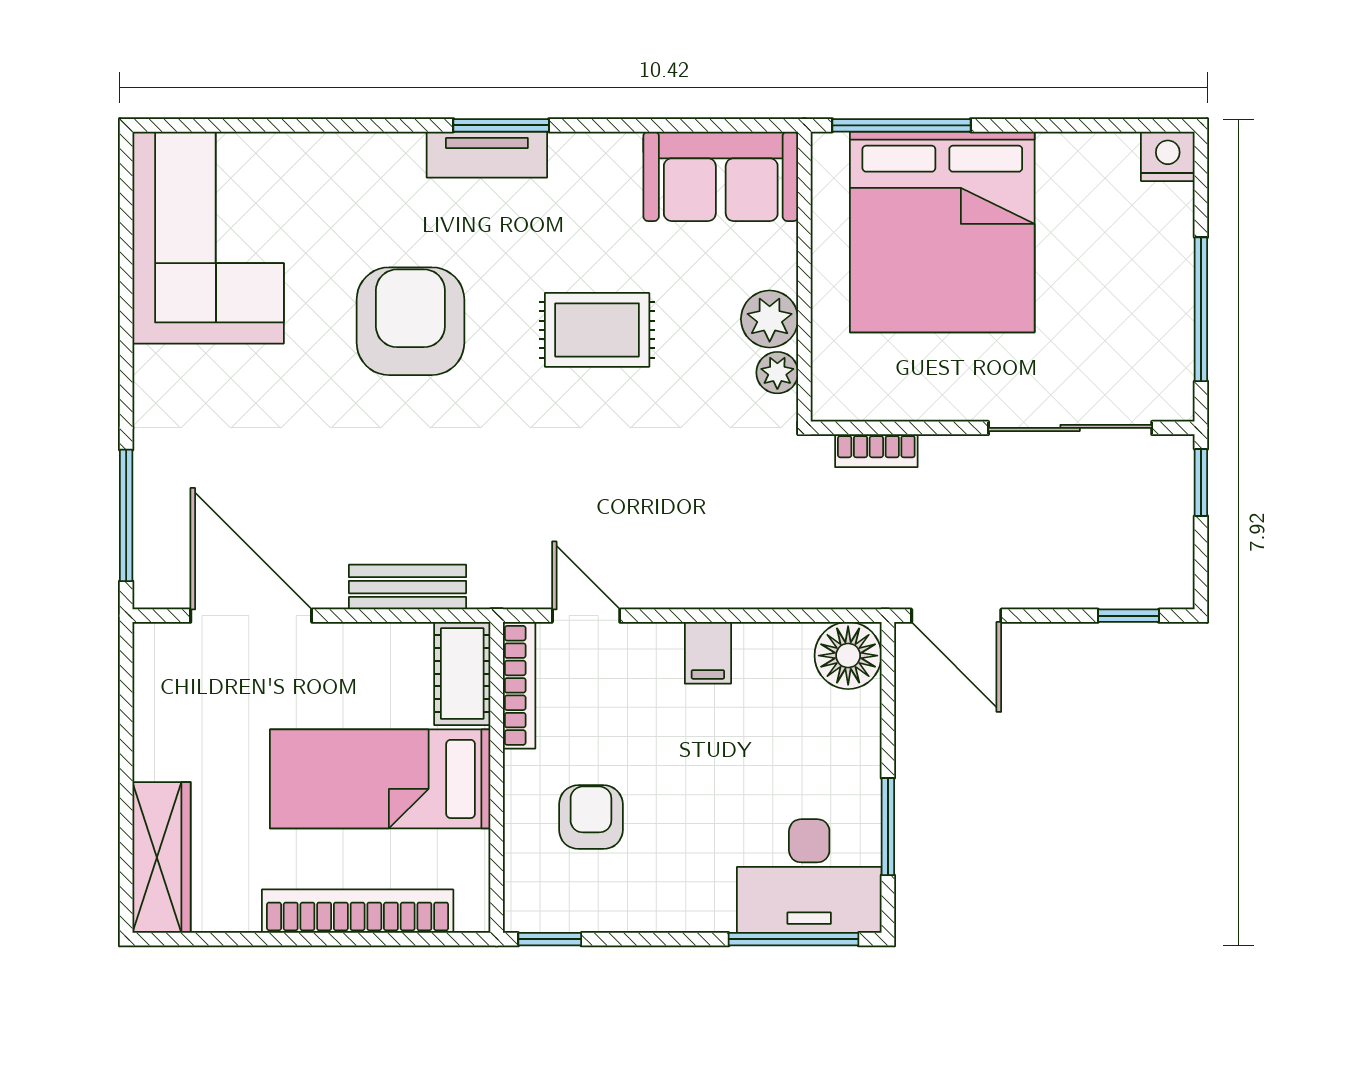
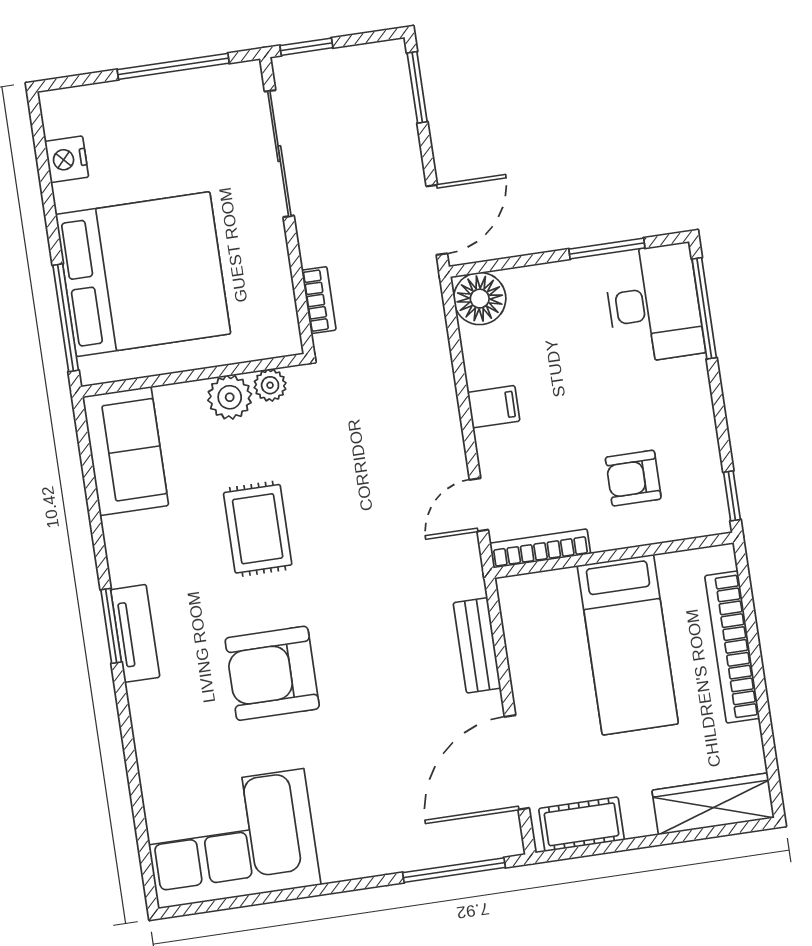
nightstand: (1168, 156) -> (67, 159), moved
window: (1128, 616) -> (417, 87), width x1.50
cot: (462, 674) -> (582, 824), moved

